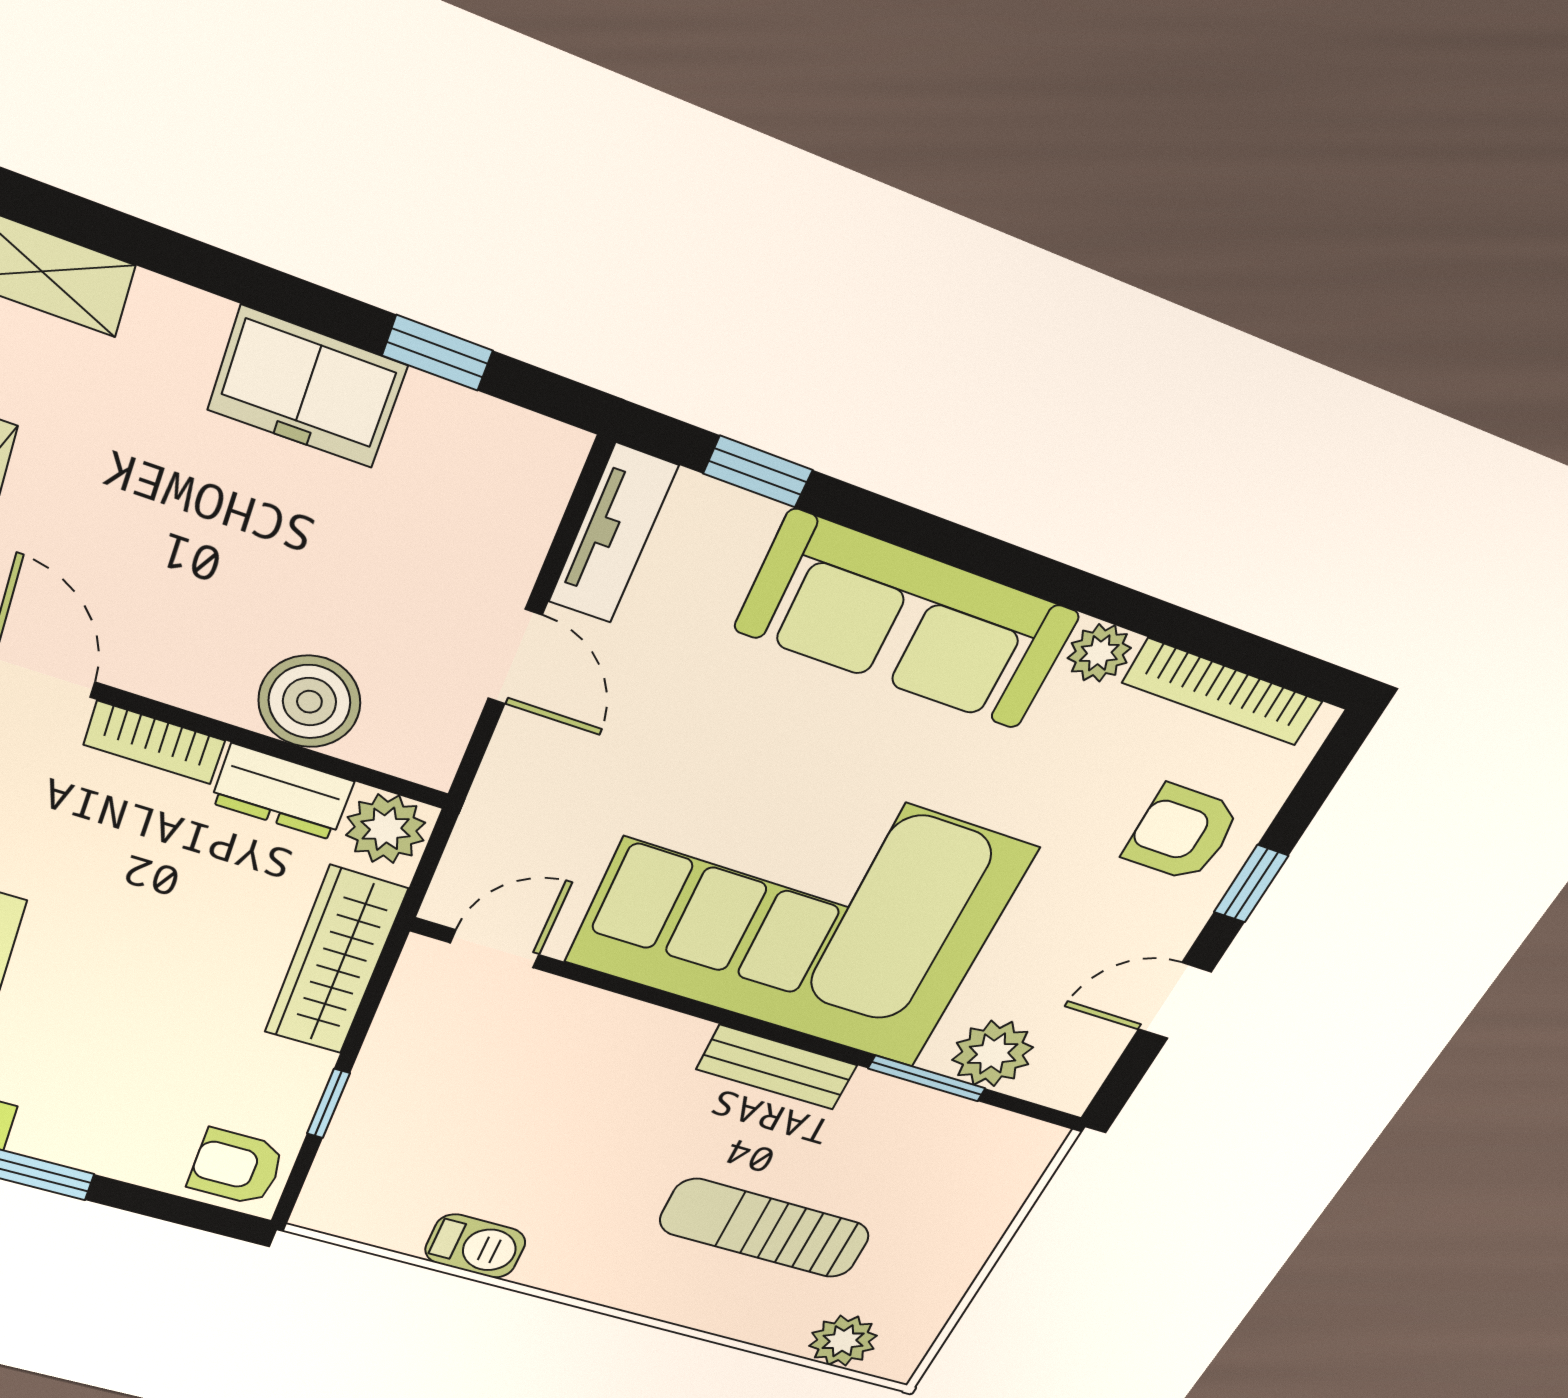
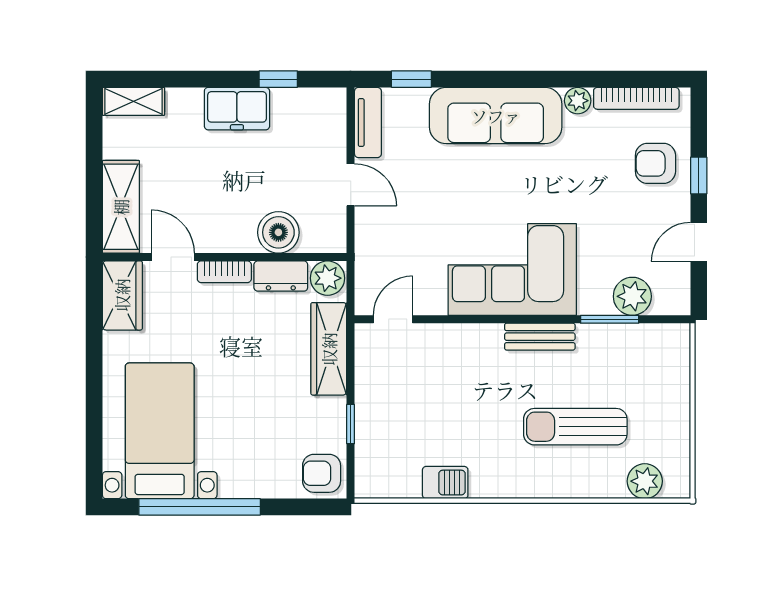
corner sofa: (800, 905) -> (512, 270), width x0.73, depth x0.74

